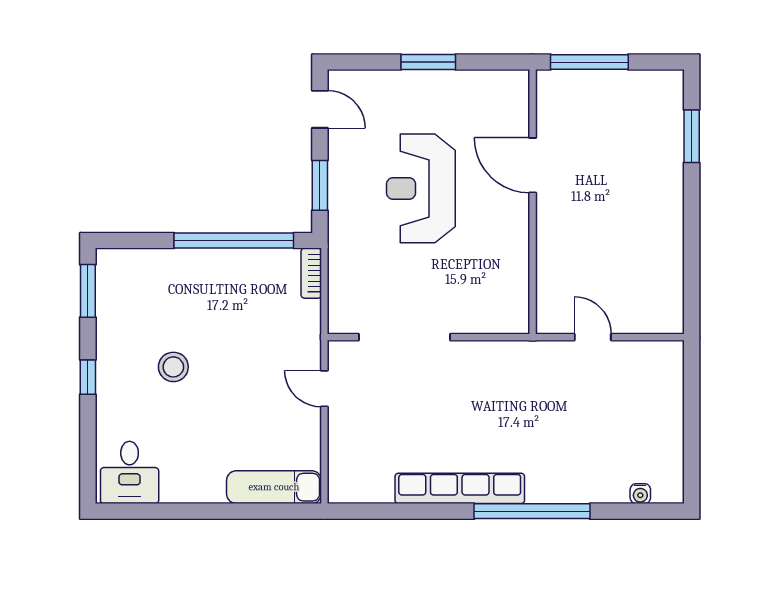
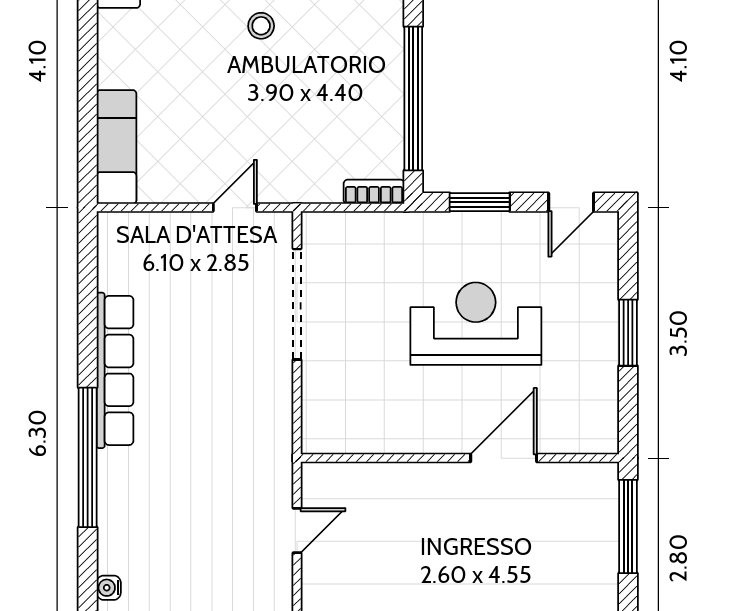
stool: (173, 367) -> (261, 26), width x0.73, depth x0.73

